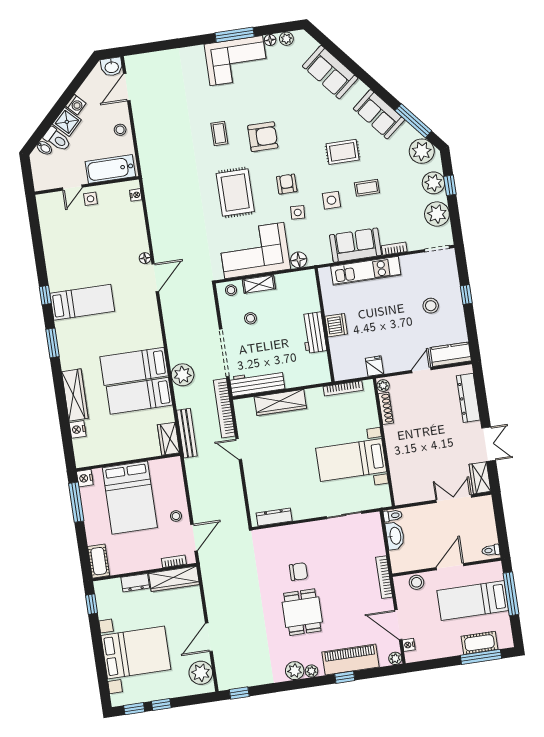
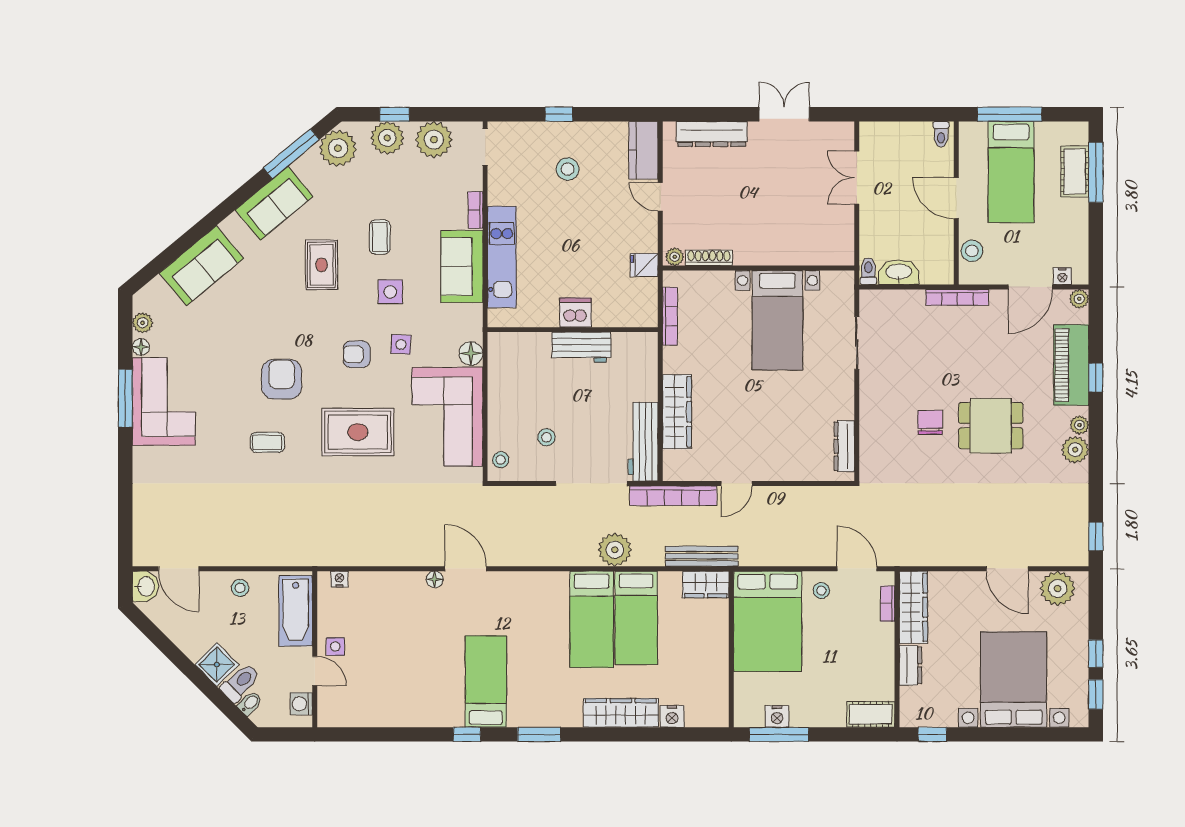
washing machine: (76, 105) -> (301, 704), moved, turned -135
shelving: (259, 284) -> (498, 417), removed
nightstand: (85, 478) -> (777, 716), moved
wardrobe: (480, 478) -> (832, 134), removed
bed: (130, 498) -> (768, 621), moved, turned 90

